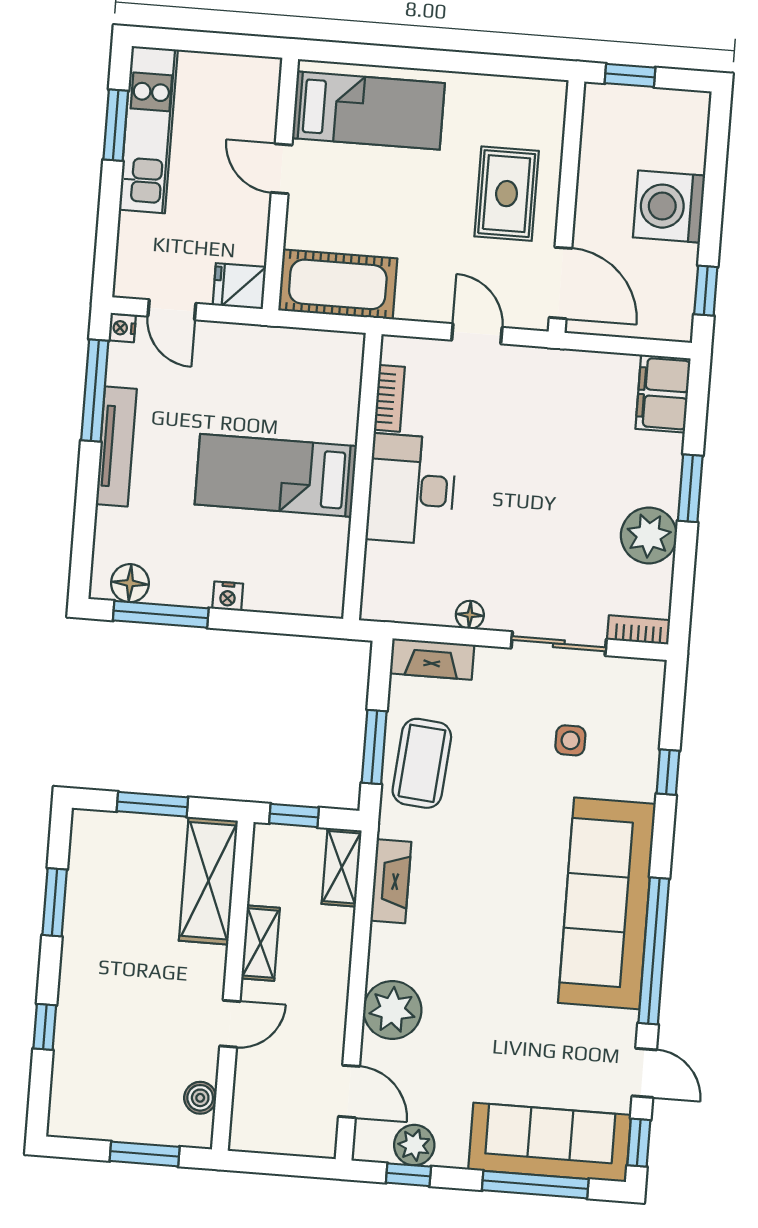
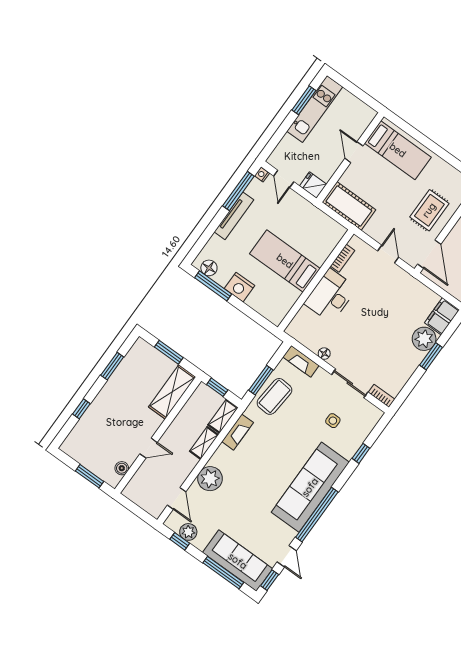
plant: (649, 535) -> (424, 339), moved
nightstand: (228, 596) -> (240, 287), width x1.89, depth x1.79
shelving: (260, 943) -> (204, 443), moved

